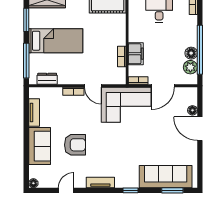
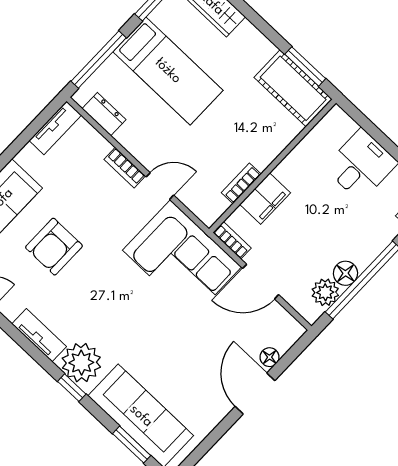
door: (93, 86) -> (160, 186), swing flipped
tv unit: (34, 113) -> (55, 128), moved
armchair: (75, 145) -> (54, 247), turned 90
plant: (125, 178) -> (81, 363), added

